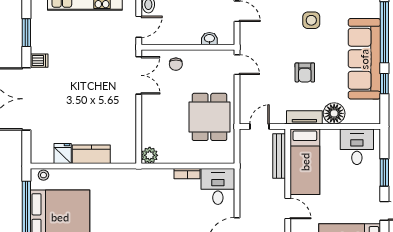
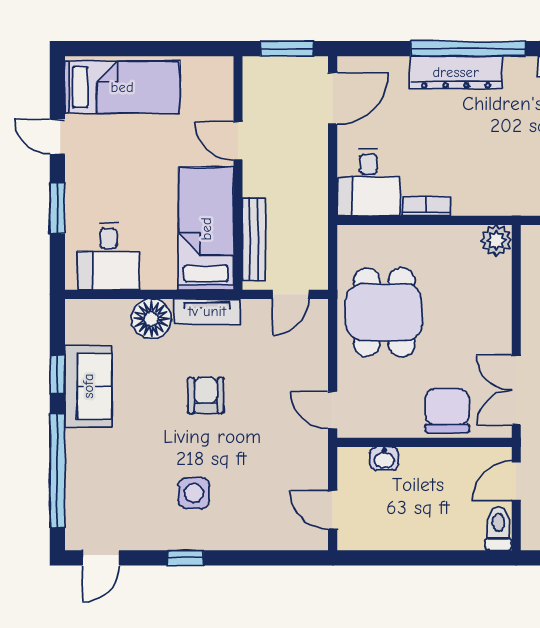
sofa: (364, 59) -> (88, 386), width x0.54, depth x0.79
chair: (176, 64) -> (447, 411), width x1.87, depth x1.87

